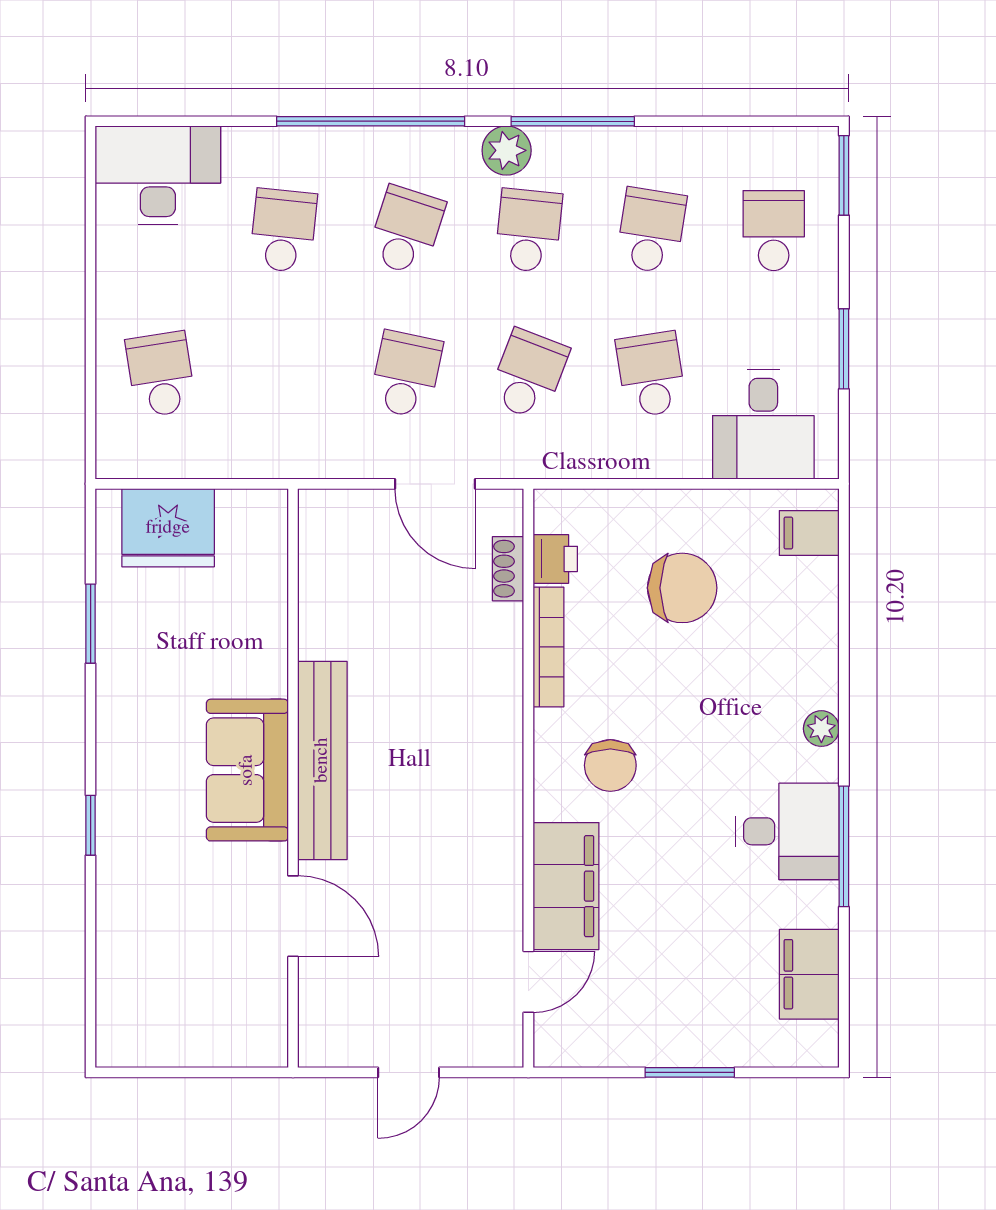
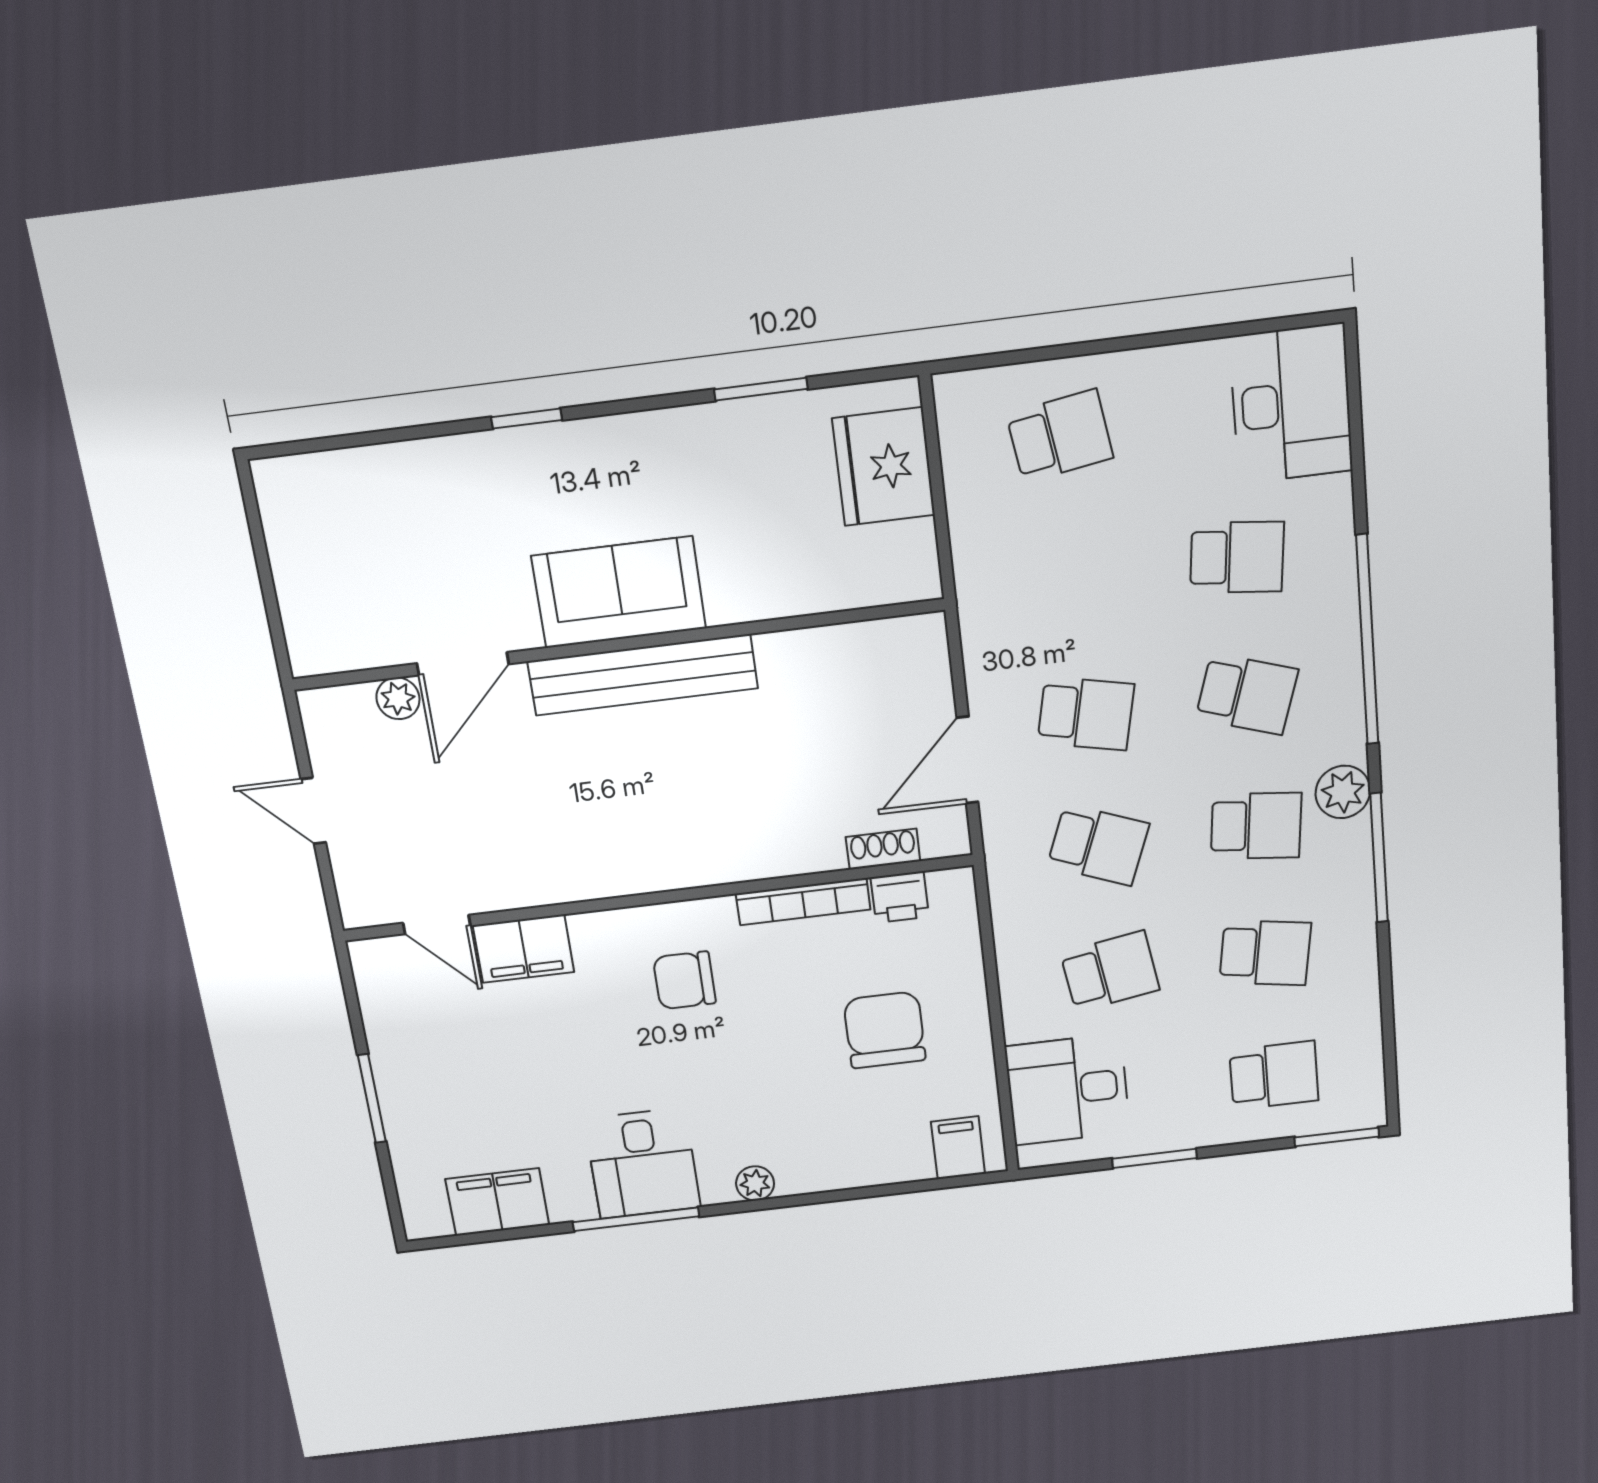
chair: (682, 588) -> (885, 1030), turned 180
filing cabinet: (566, 886) -> (523, 949), width x0.67, depth x0.86
plant: (317, 978) -> (398, 698), added

